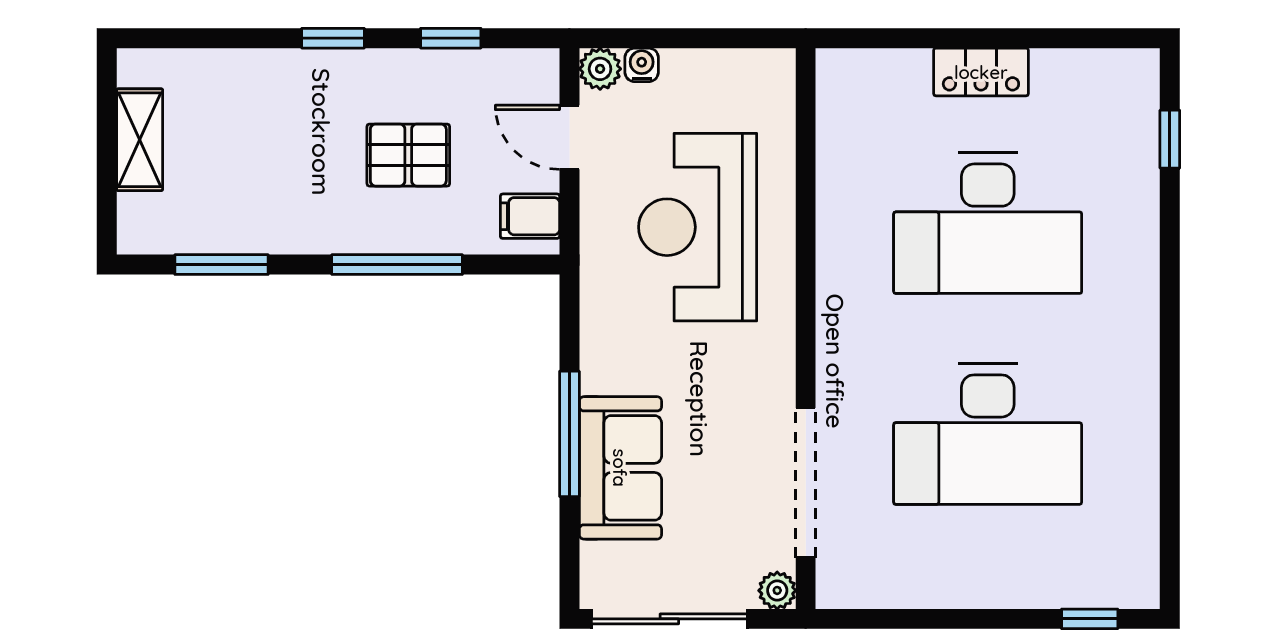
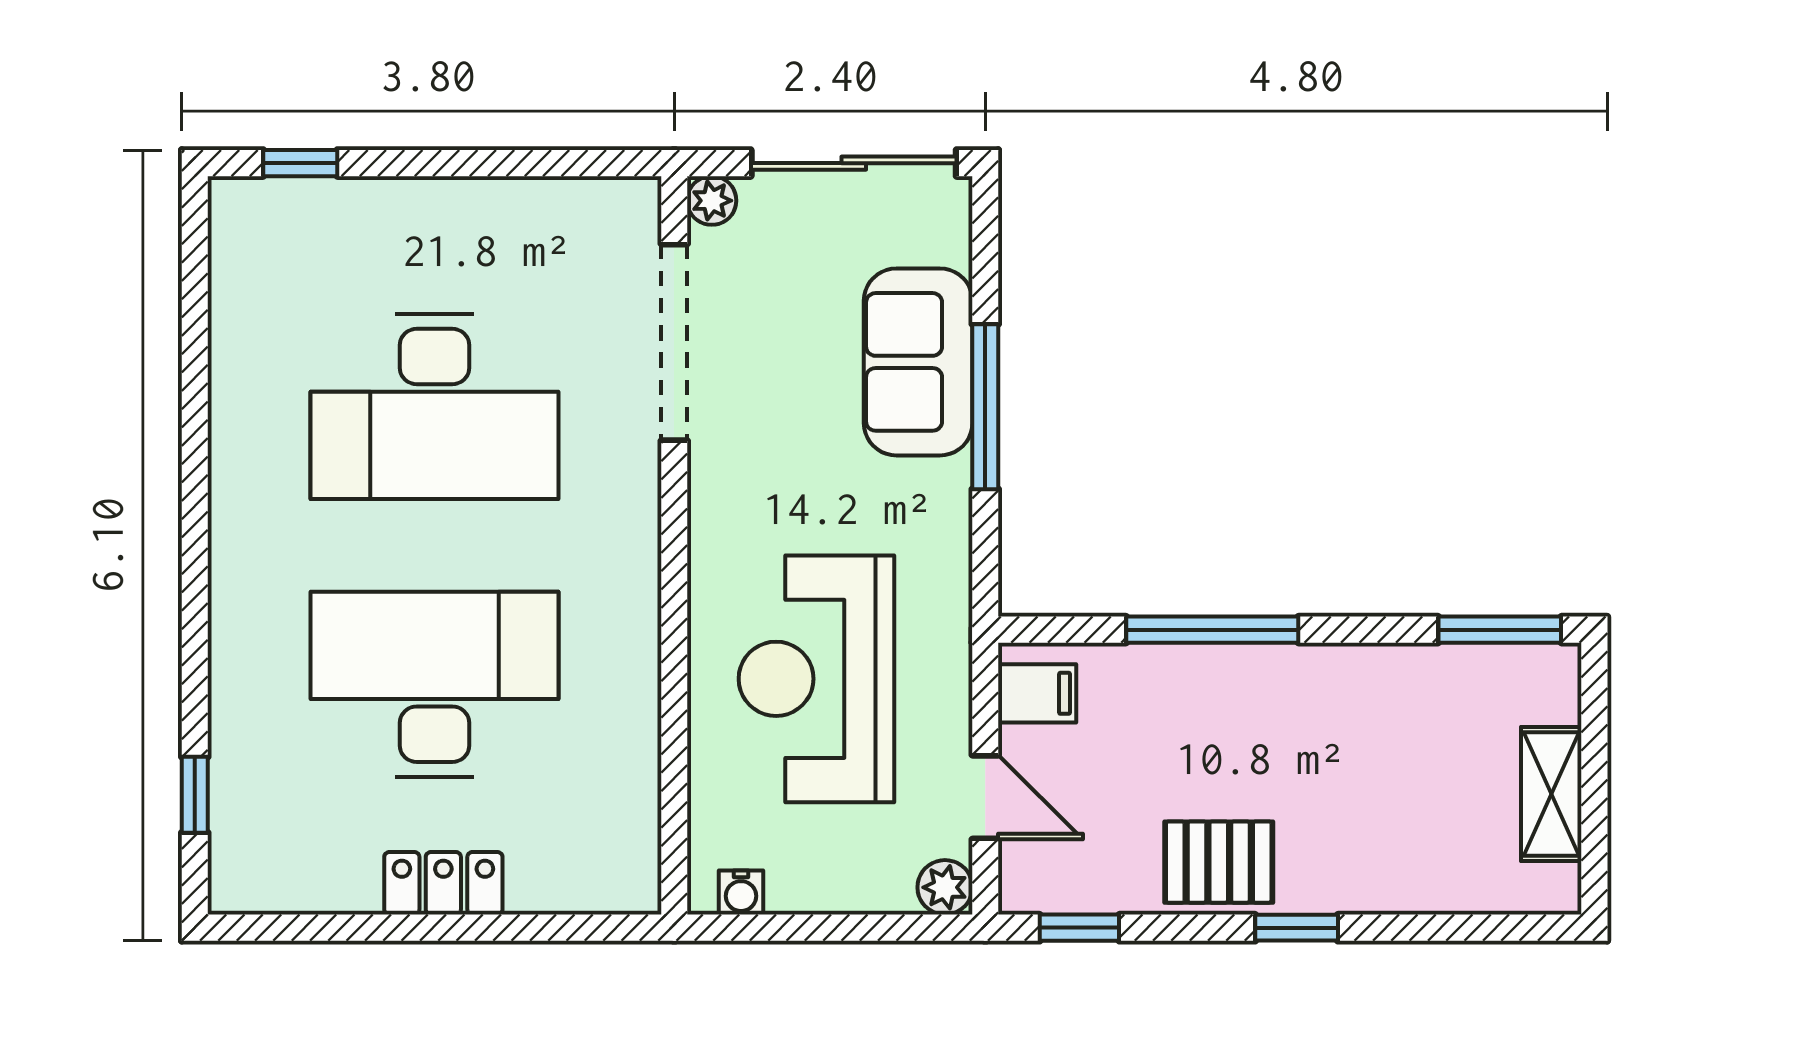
window: (451, 38) -> (1079, 928), moved
water cooler: (642, 65) -> (741, 893), moved
pallet: (408, 155) -> (1219, 862), moved
reception desk: (698, 227) -> (816, 679), turned 180
window: (222, 265) -> (1500, 630), moved
desk: (988, 434) -> (434, 407), turned 180

